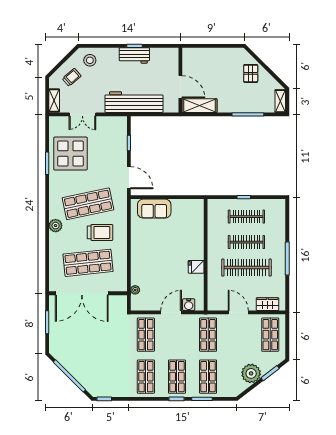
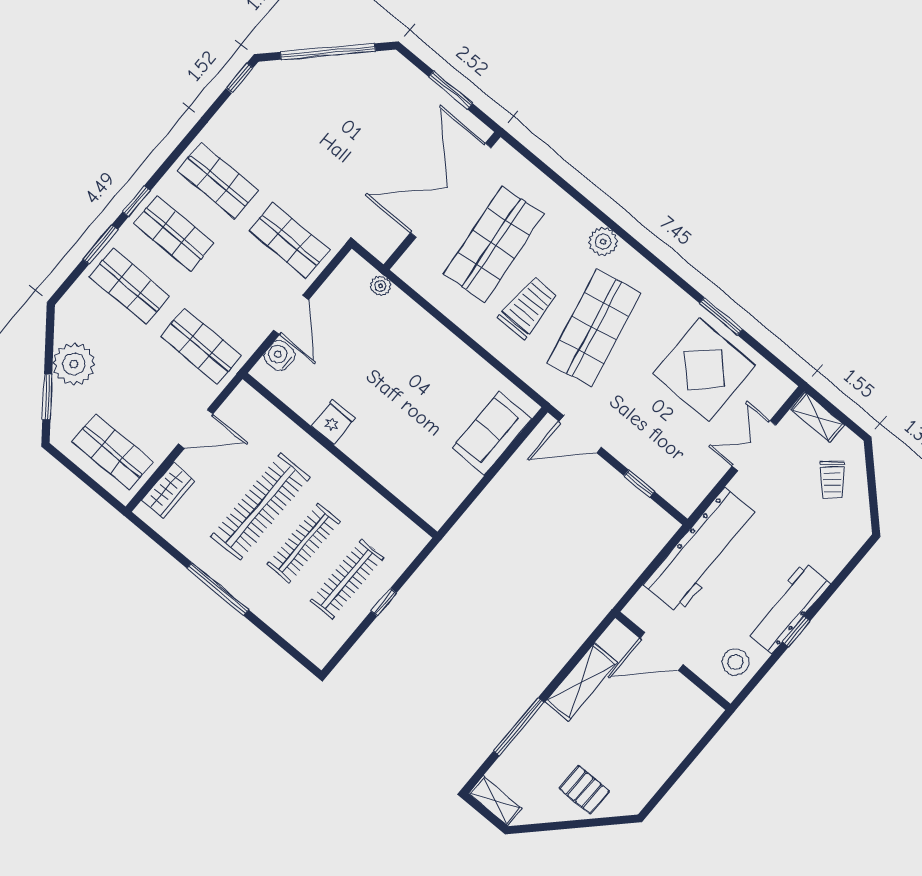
workbench: (134, 56) -> (788, 608), width x1.38
stool: (90, 60) -> (735, 662), moved
shelving: (200, 106) -> (581, 682), moved
trolley: (100, 232) -> (528, 308), turned 180

